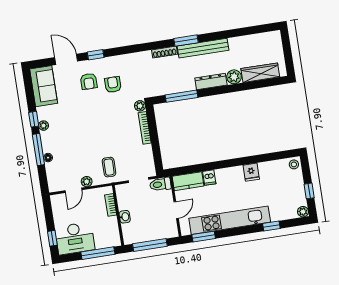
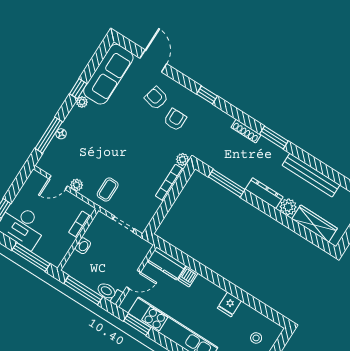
bench: (203, 48) -> (311, 175), moved
window: (96, 55) -> (207, 95), moved
armchair: (89, 81) -> (156, 98), turned 103
sofa: (44, 86) -> (108, 74), width x1.36
window: (38, 150) -> (49, 135), moved
stool: (294, 164) -> (256, 338), moved
toilet: (160, 184) -> (109, 293), moved

